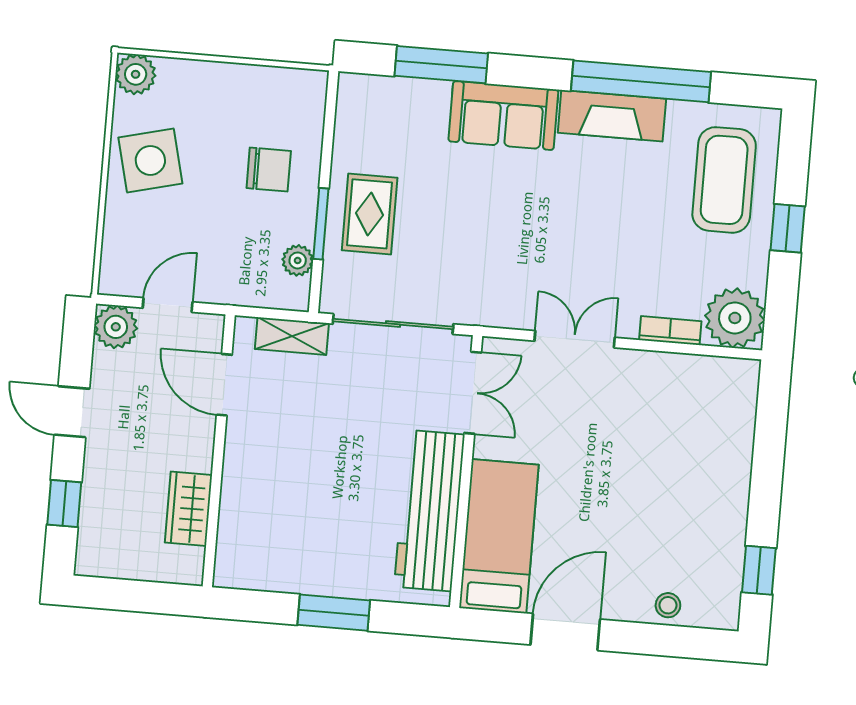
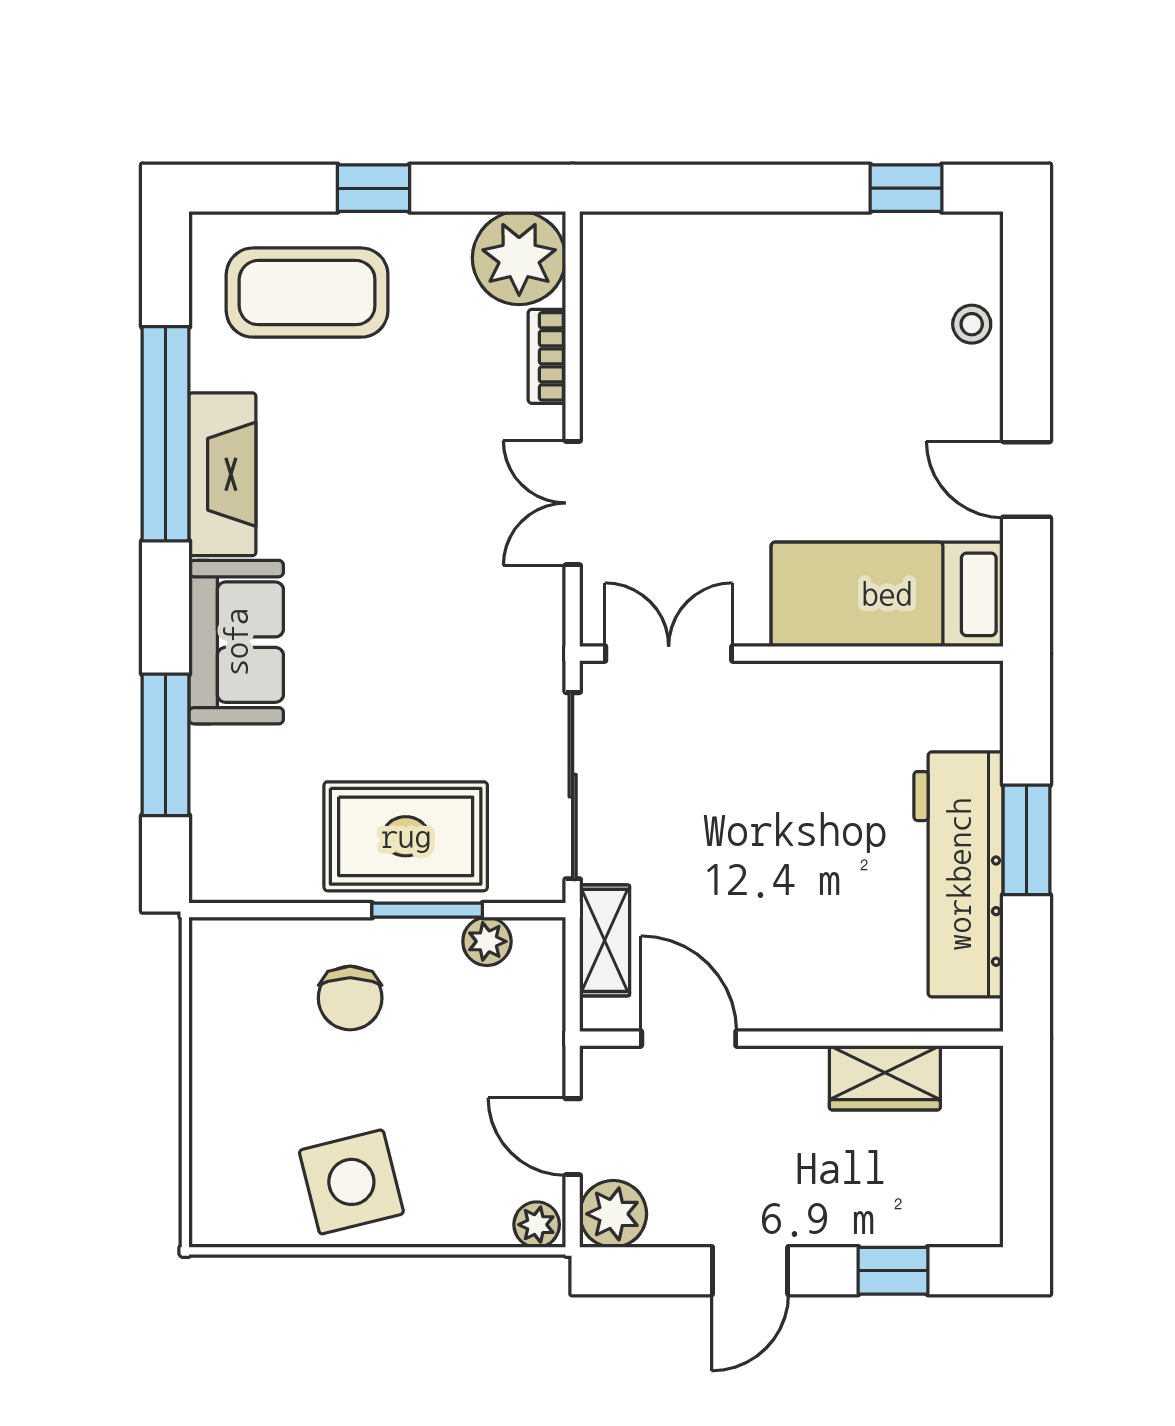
plant: (136, 74) -> (537, 1225), moved, width x0.73, depth x0.73
chair: (269, 170) -> (350, 998), turned 180
rug: (370, 214) -> (406, 836), width x1.36, depth x1.43
door: (224, 385) -> (689, 1039), swing flipped
workbench: (429, 511) -> (959, 874), moved, turned 90
door: (565, 632) -> (1026, 479), width x0.73

